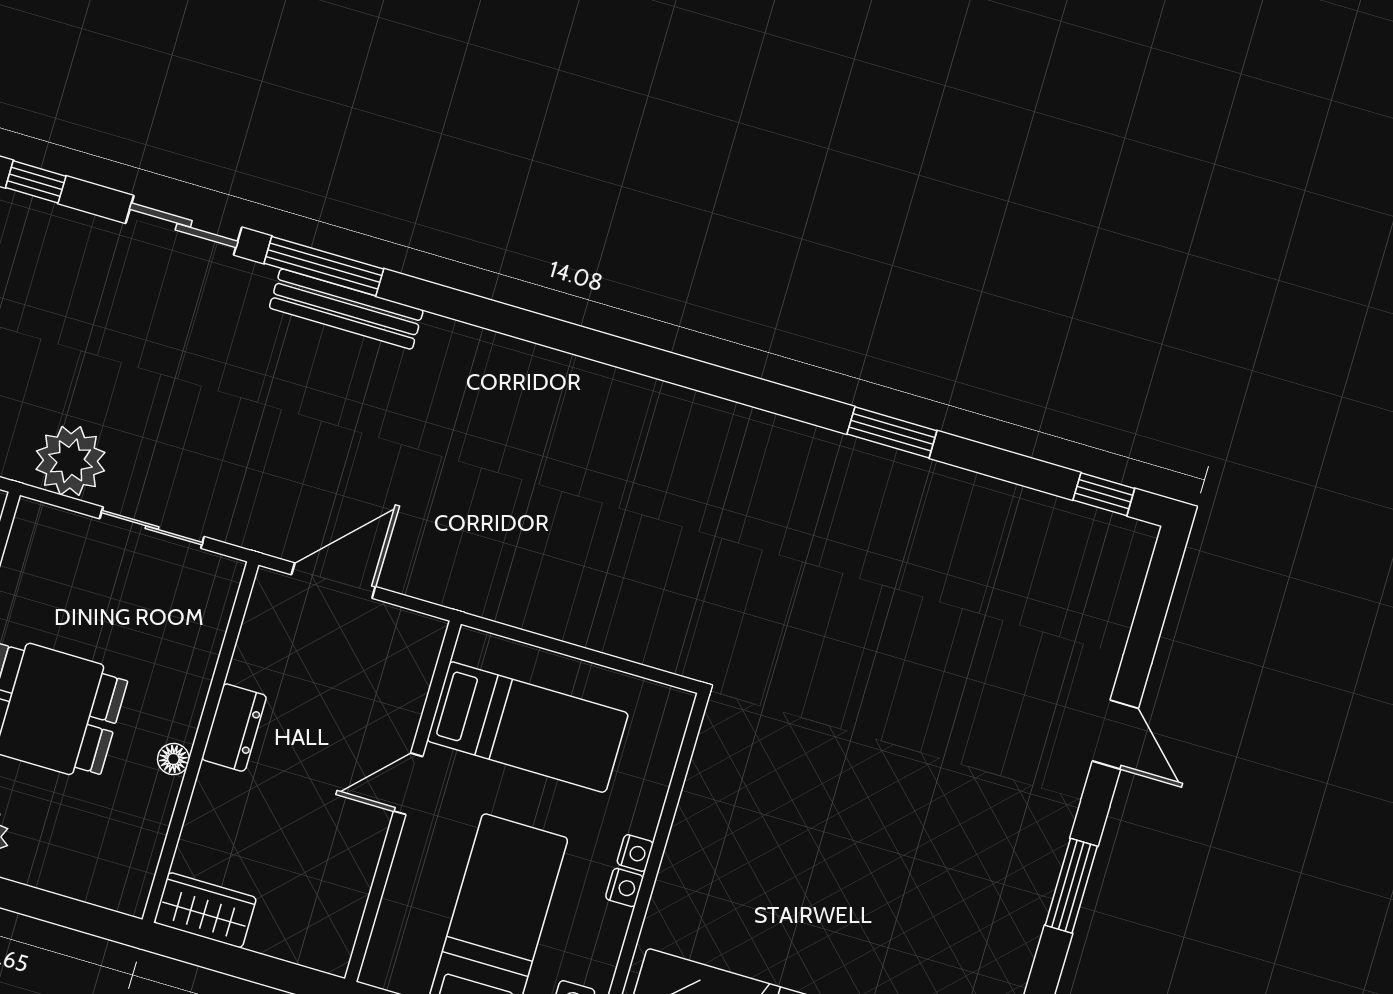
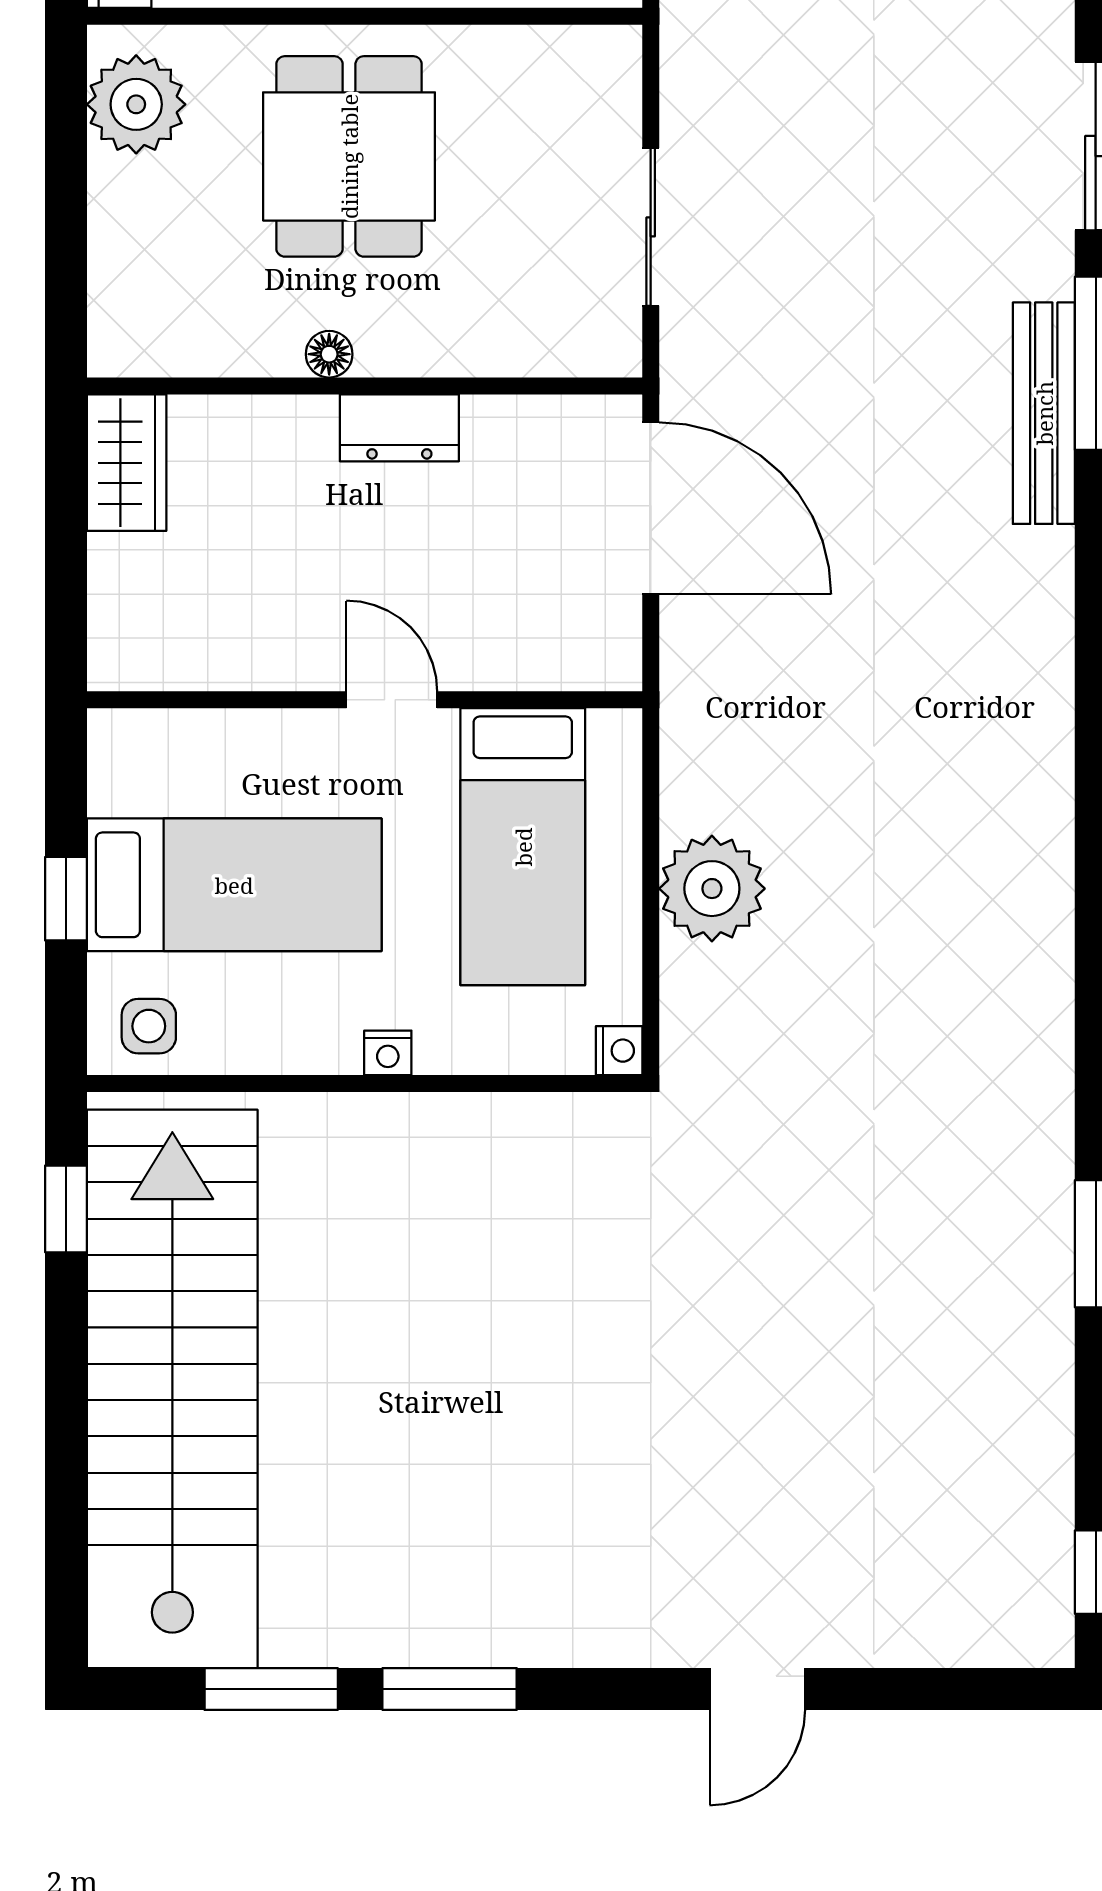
plant: (70, 461) -> (712, 889), moved
door: (333, 581) -> (651, 508), width x1.36
window: (1071, 886) -> (450, 1689), moved
nightstand: (624, 887) -> (619, 1051), moved, turned -90

